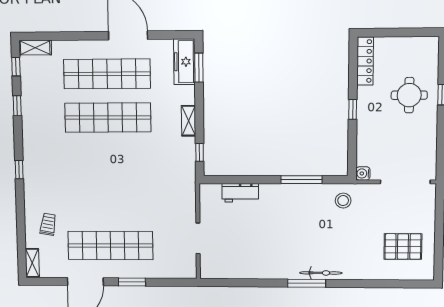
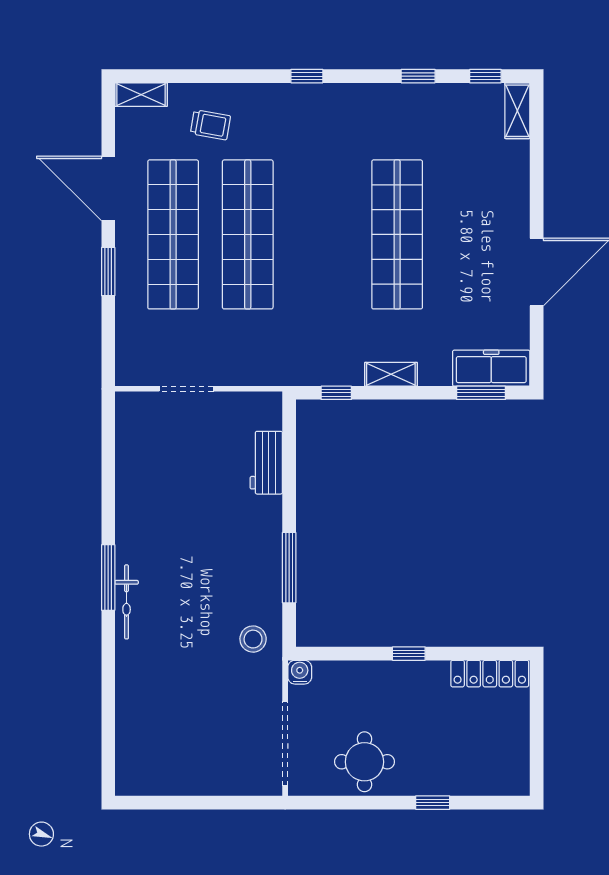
shop shelf: (107, 74) -> (248, 234), moved
round table: (409, 95) -> (364, 762), moved
pallet: (403, 246) -> (174, 742), removed

